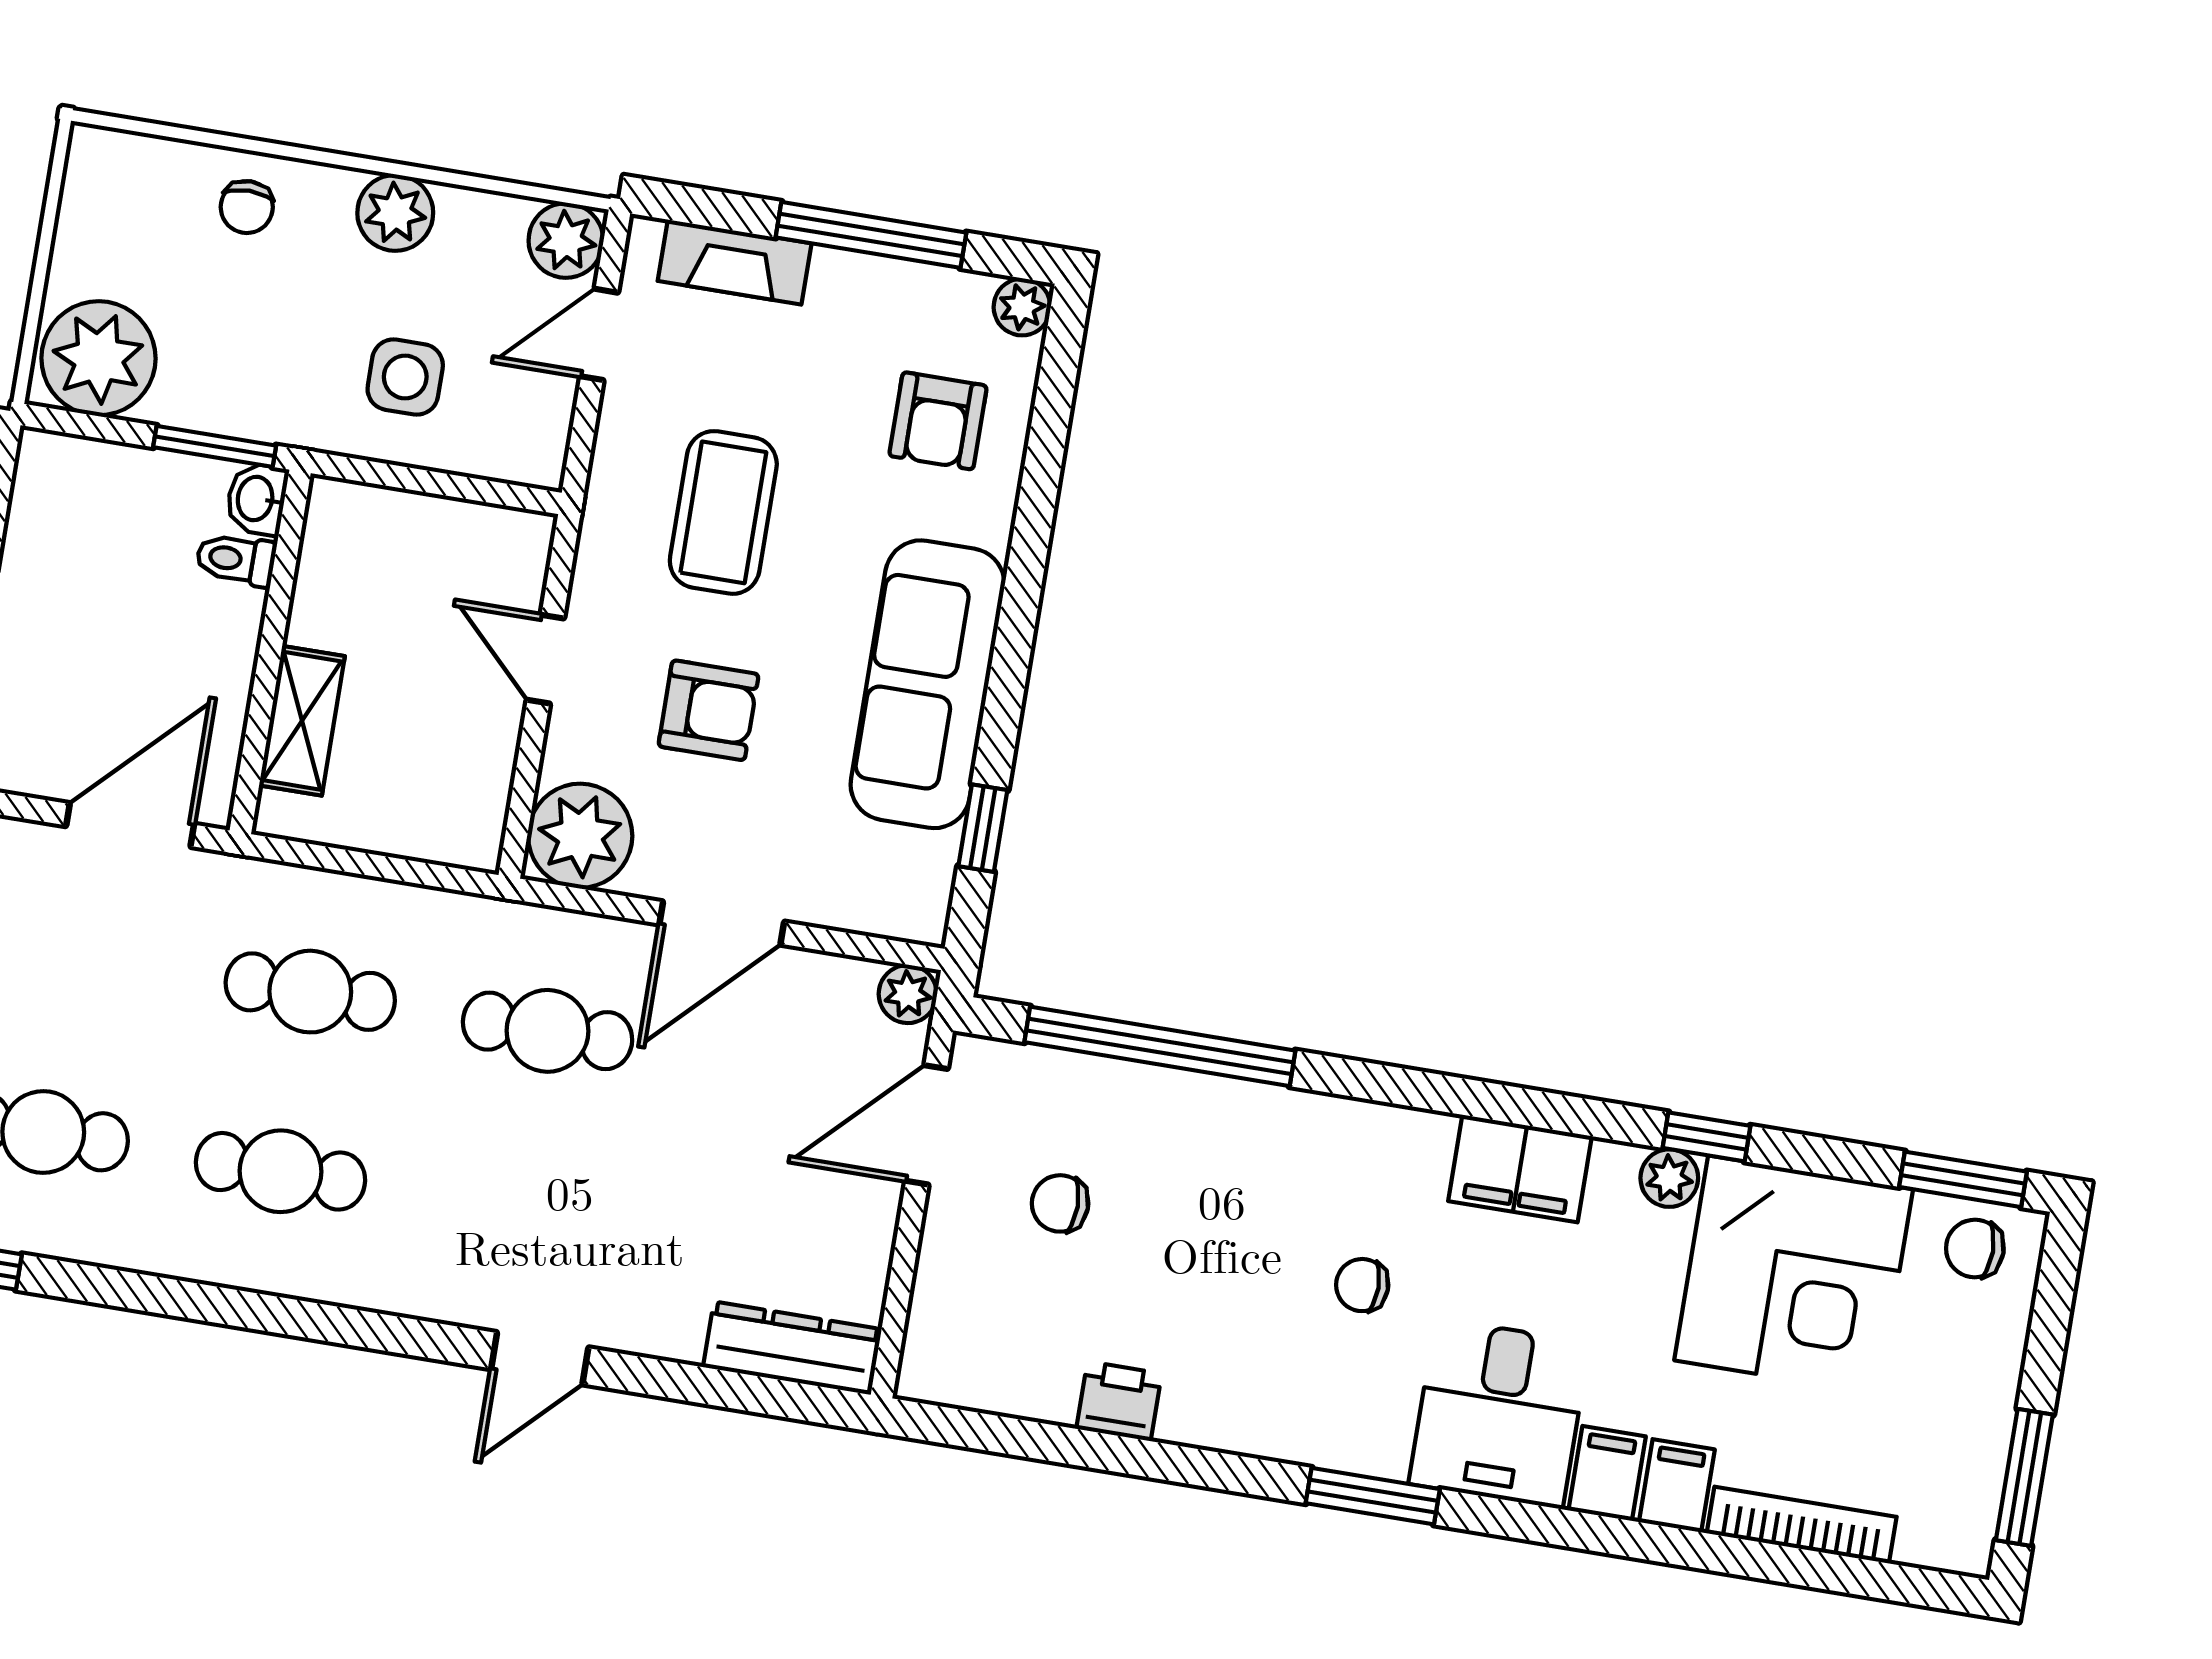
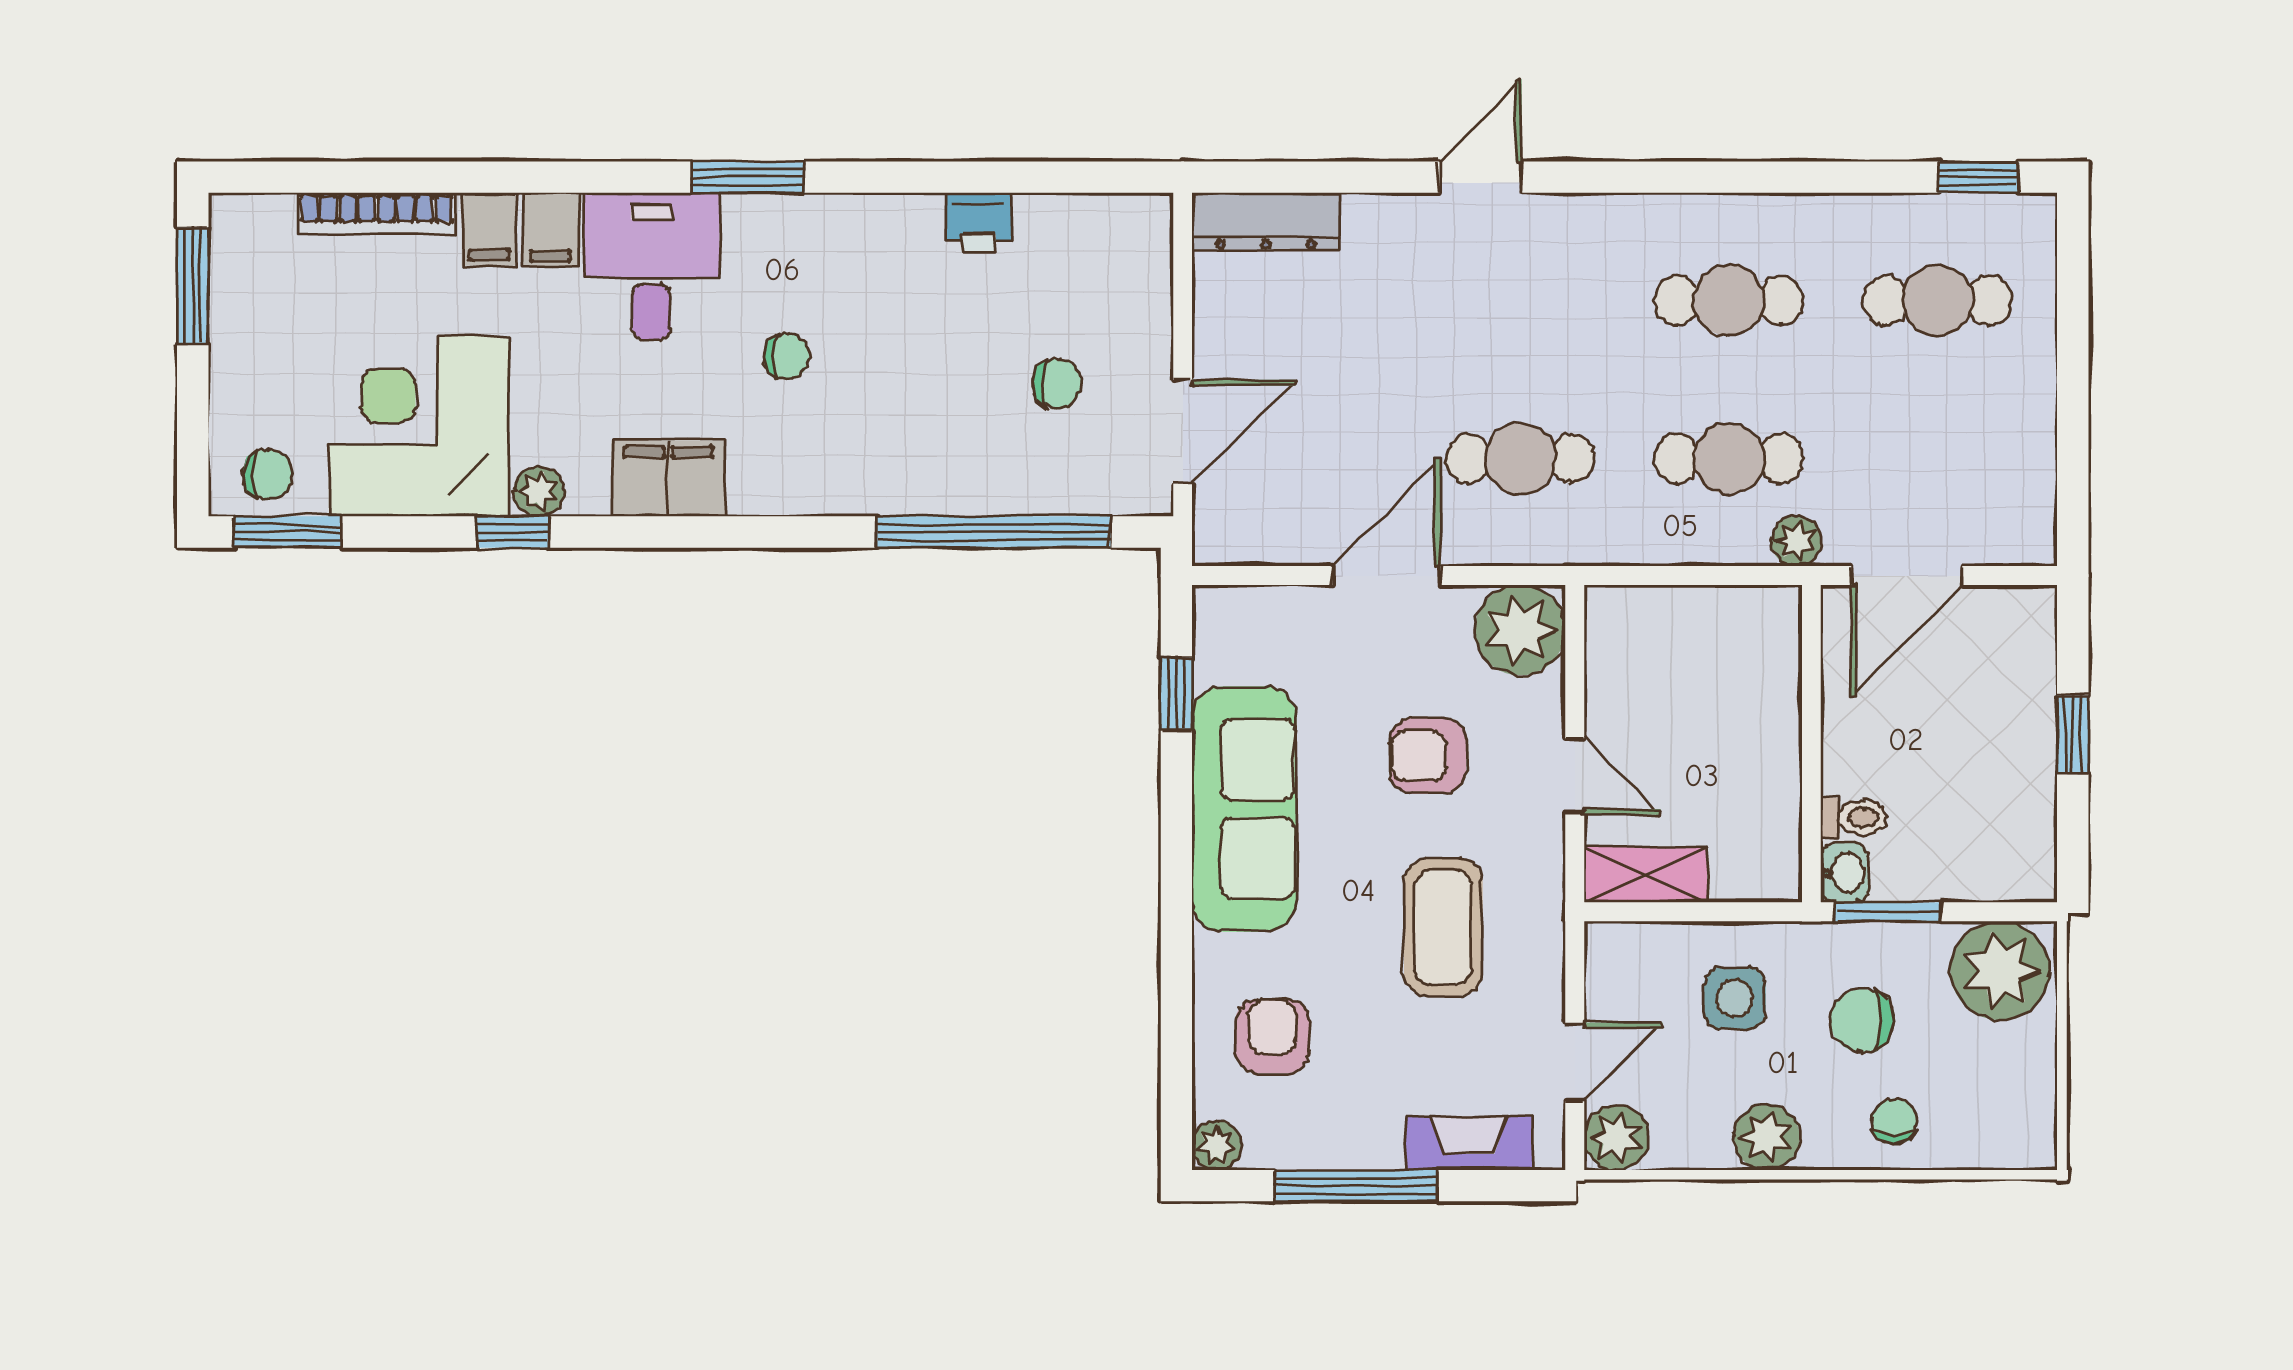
chair: (265, 327) -> (1862, 1021), added
shelving: (302, 721) -> (1645, 875), moved, turned 90
plant: (908, 994) -> (1796, 541), moved

